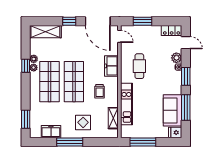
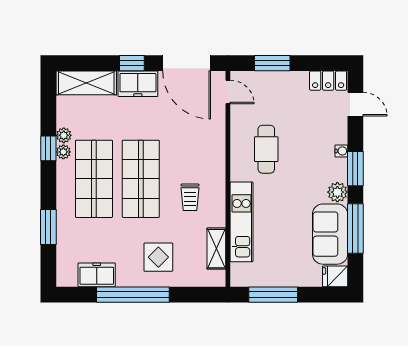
plant: (176, 58) -> (337, 192), moved
freezer: (111, 66) -> (138, 84), moved, turned -90
window: (26, 119) -> (48, 227), moved
window: (70, 142) -> (133, 295), width x1.46

